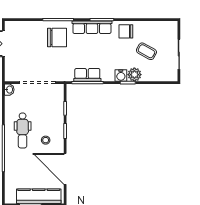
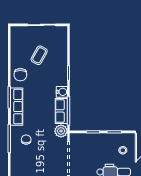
chair: (57, 38) -> (26, 140), width x0.54, depth x0.54
water cooler: (121, 75) -> (62, 92), moved
plant: (134, 75) -> (61, 131), moved

